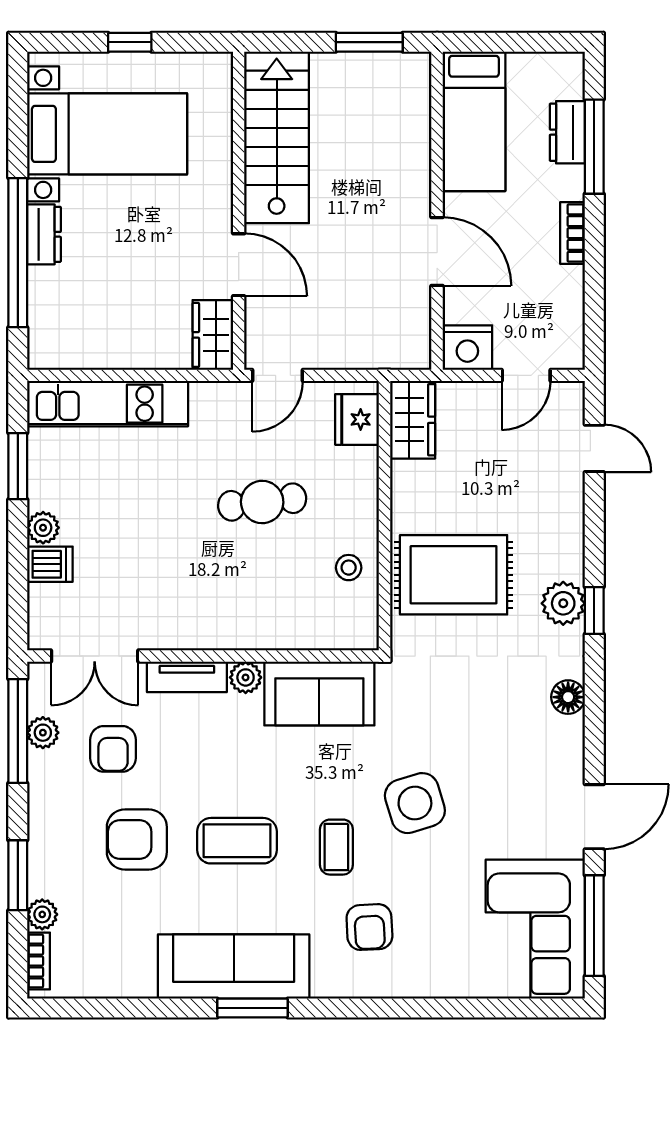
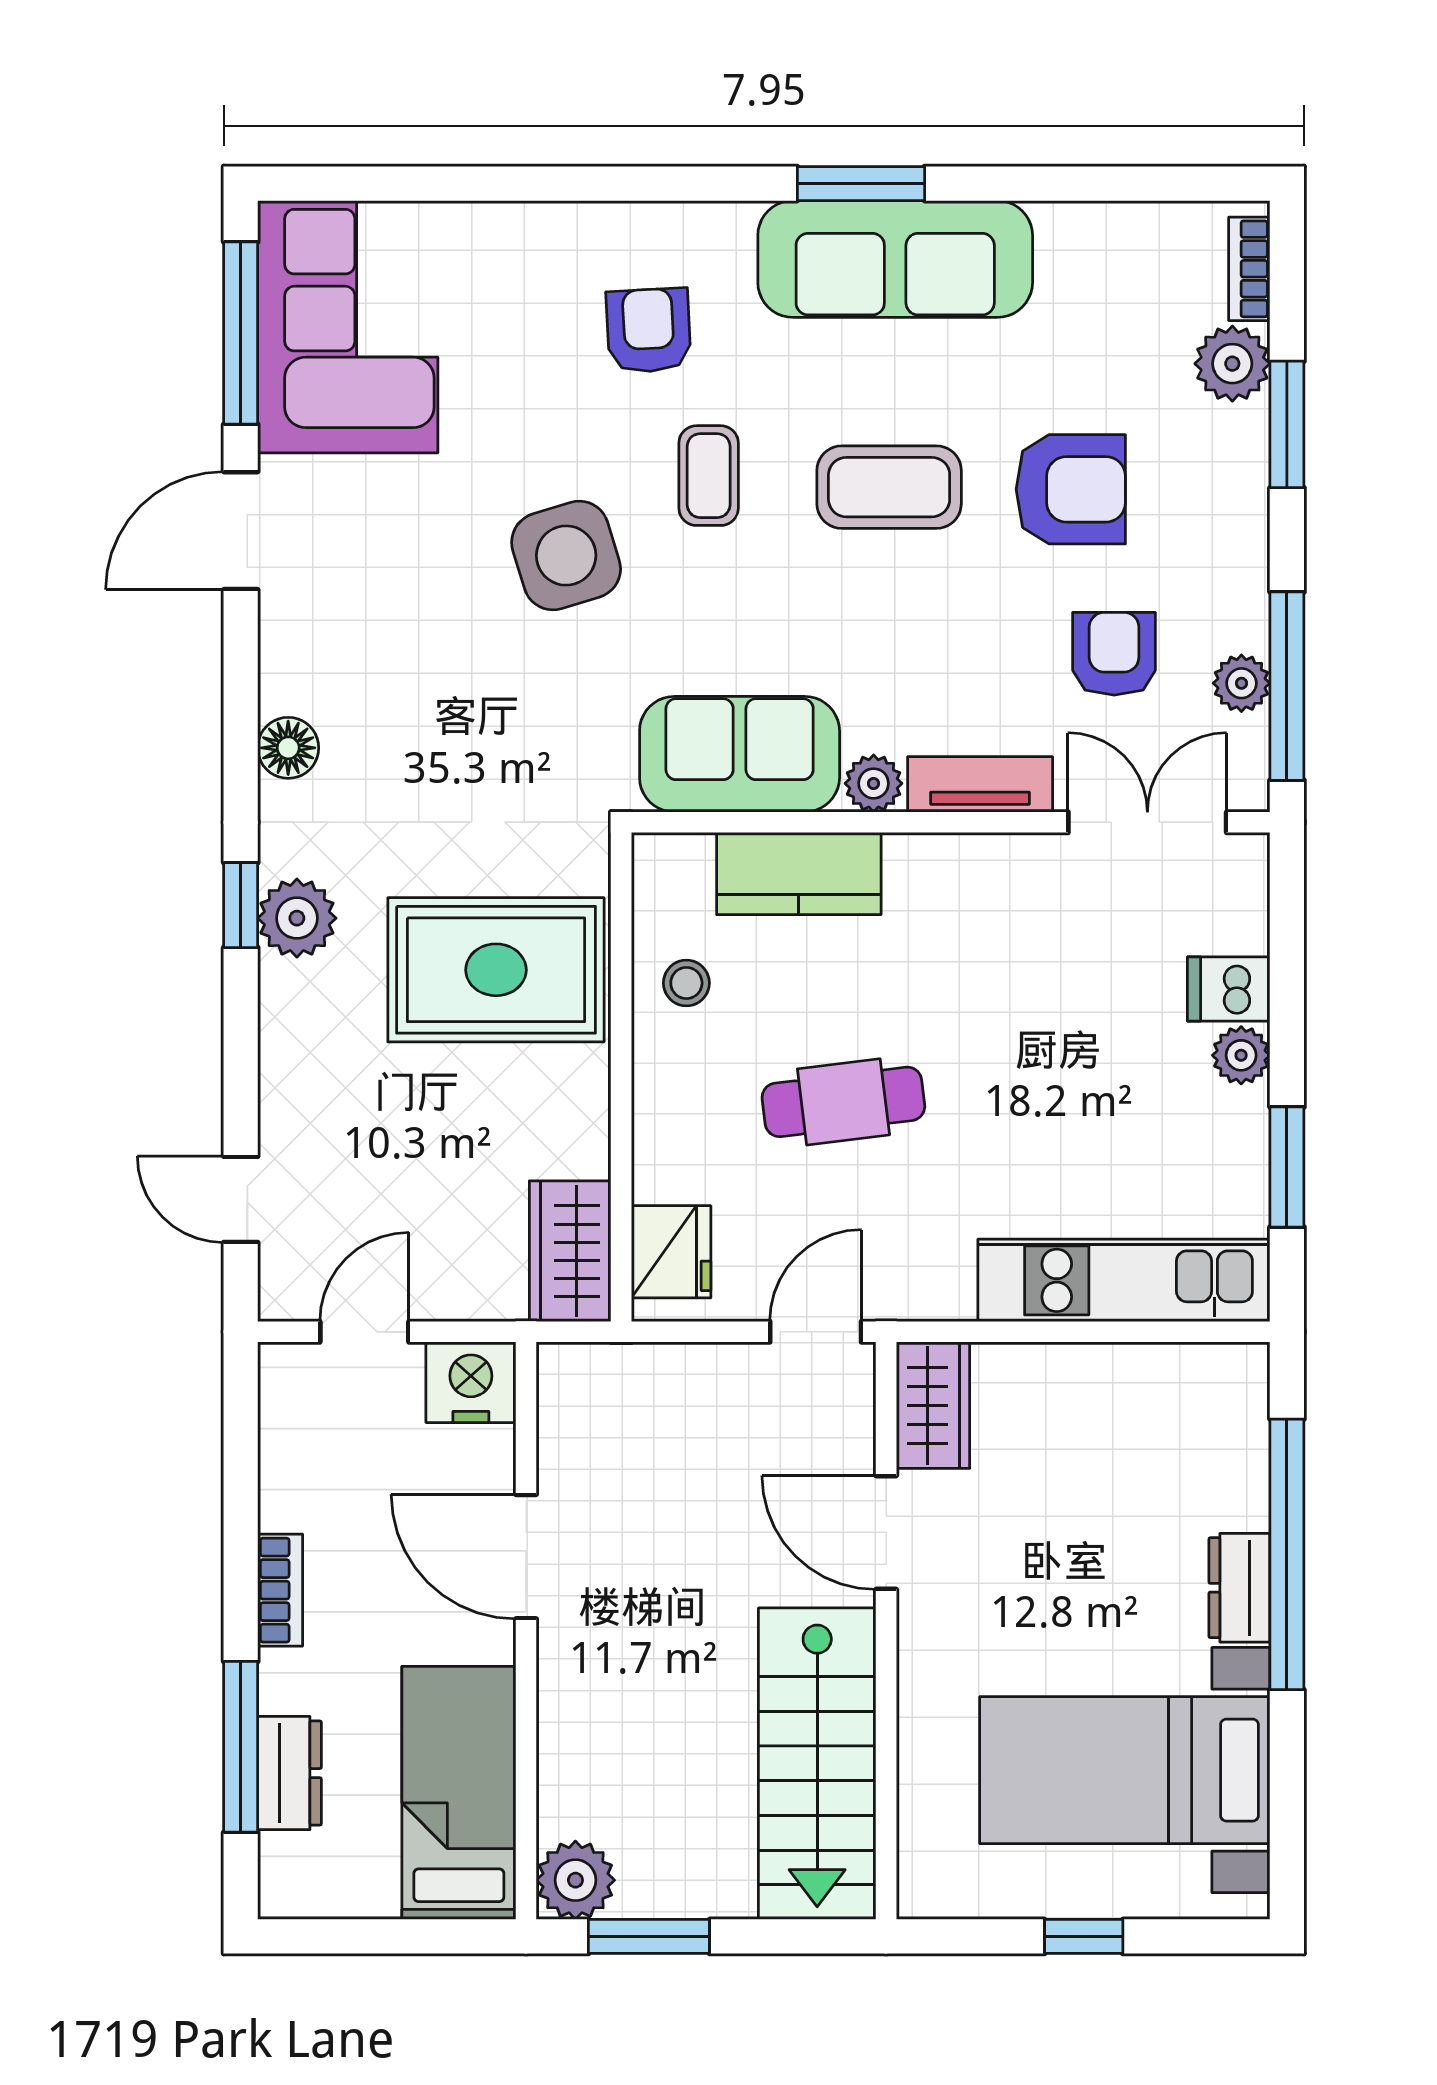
plant: (410, 73) -> (575, 1880), added
kitchen counter: (287, 628) -> (799, 874), added
plant: (42, 914) -> (1232, 364), width x1.38, depth x1.38

